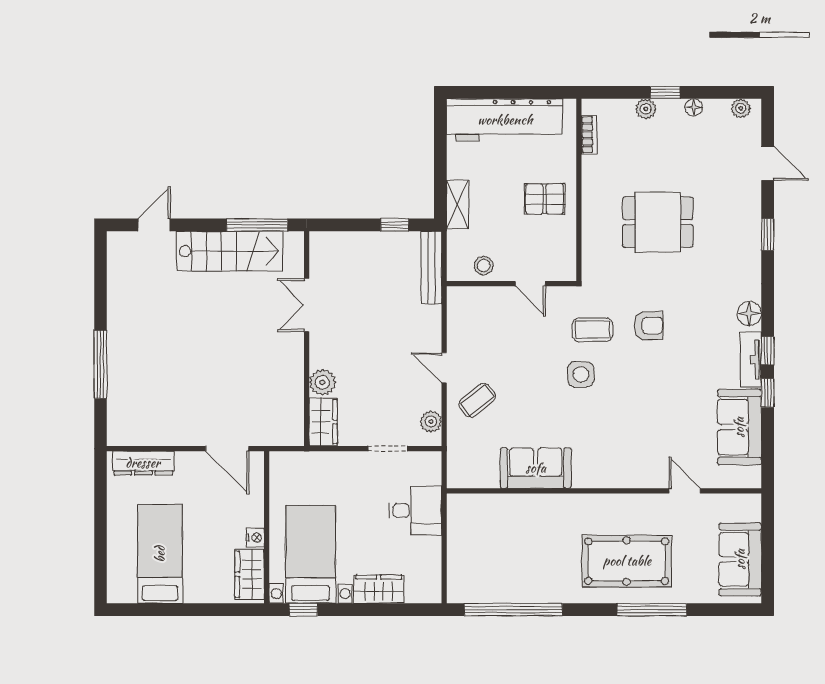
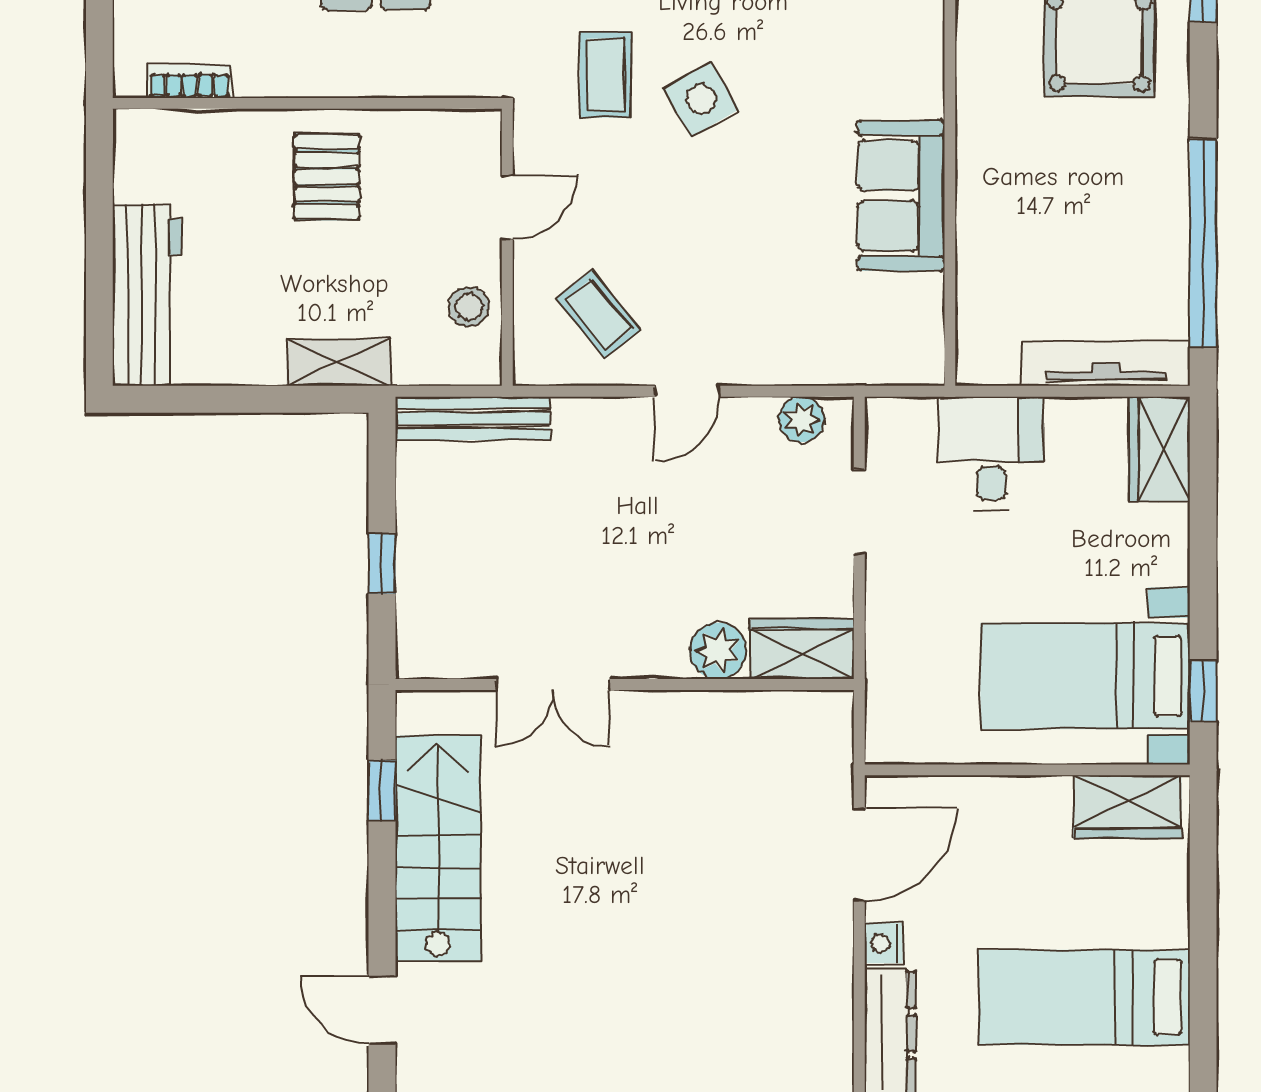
workbench: (505, 120) -> (147, 295), width x0.73, depth x0.76
window: (257, 225) -> (382, 790), width x0.46
window: (395, 225) -> (382, 564), moved
side table: (581, 374) -> (701, 99), turned -30
coffee table: (477, 400) -> (598, 314), moved
nightstand: (255, 538) -> (884, 943), moved, turned -90
tv unit: (457, 564) -> (1106, 363), added
wardrobe: (379, 589) -> (1159, 449), moved

